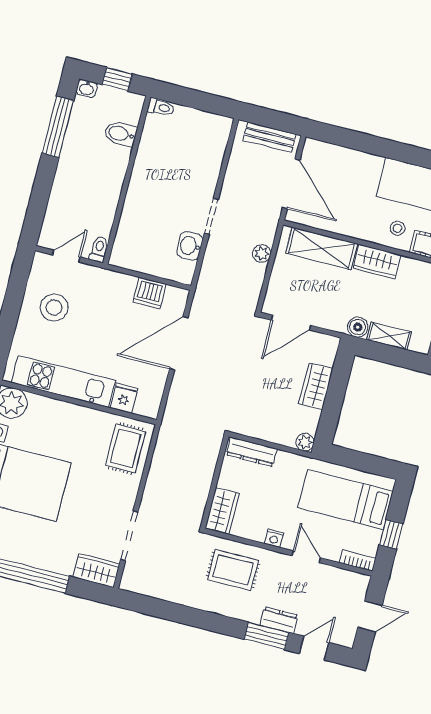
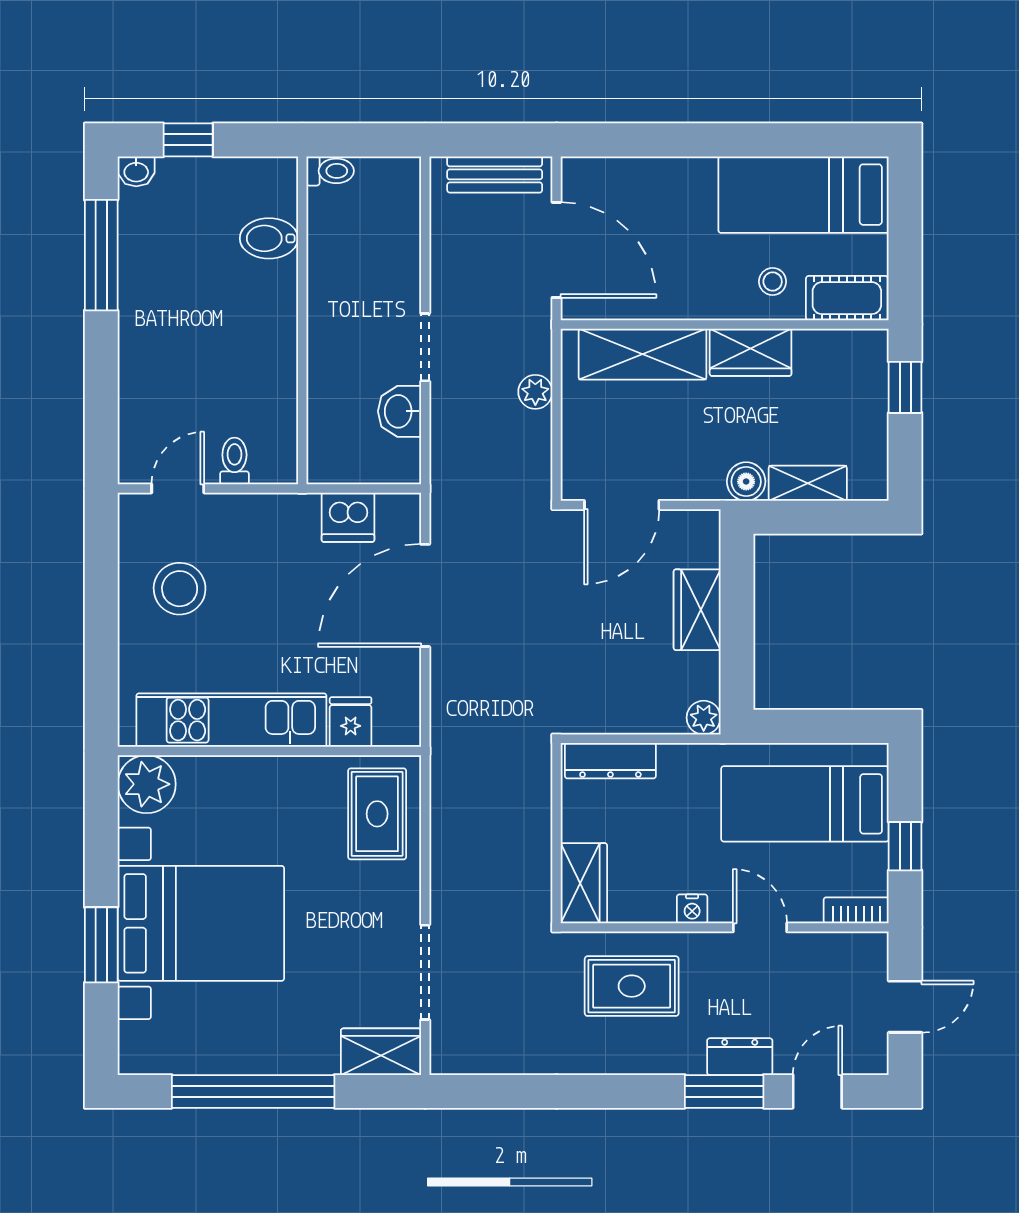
toilet: (161, 107) -> (330, 171), moved
bidet: (121, 134) -> (269, 238), moved
wall: (127, 180) -> (302, 320), moved

